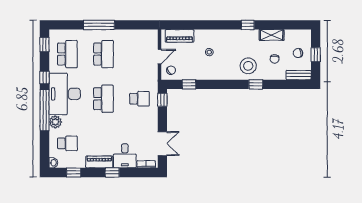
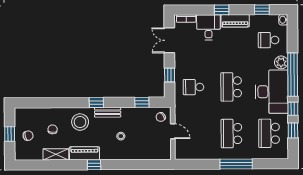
window: (248, 25) -> (94, 165), moved
piano: (180, 36) -> (84, 153), moved
window: (45, 45) -> (293, 130), moved
door: (159, 57) -> (173, 131), swing flipped
bench: (299, 75) -> (108, 112), moved
window: (256, 84) -> (96, 103), moved
window: (162, 100) -> (170, 75), moved

